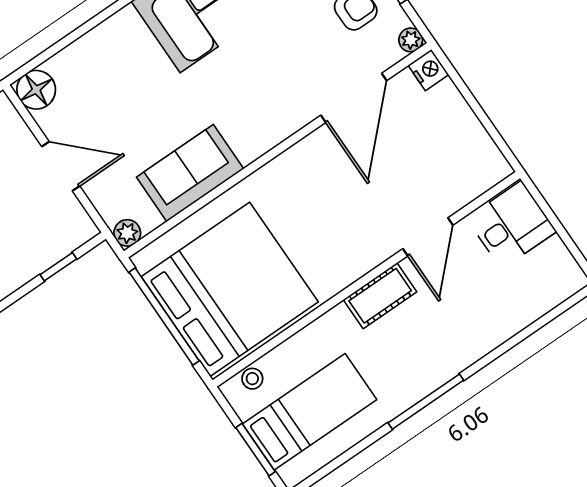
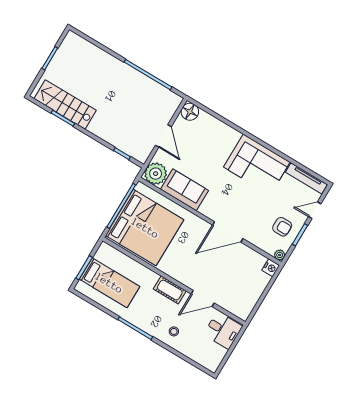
door: (354, 98) -> (228, 232), moved
plant: (127, 233) -> (156, 174), width x1.87, depth x1.87
stool: (252, 379) -> (174, 331), moved

